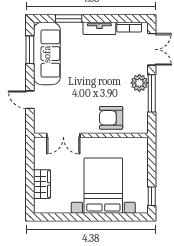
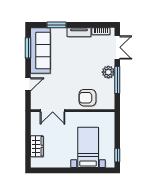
door: (30, 100) -> (28, 84), swing flipped
bed with nightstands: (103, 186) -> (88, 147), width x0.73

